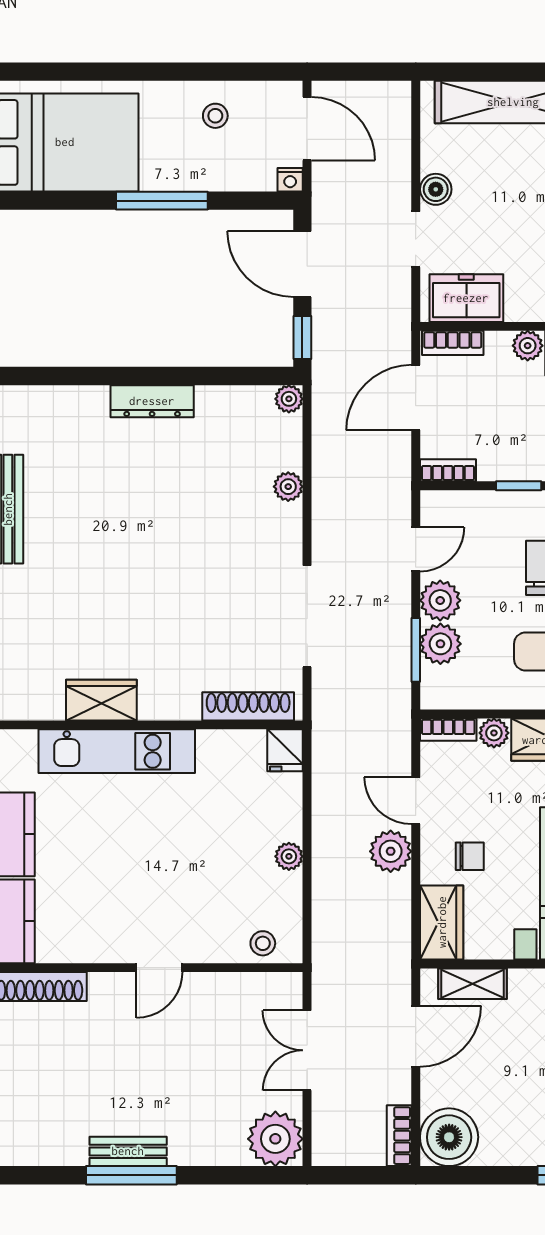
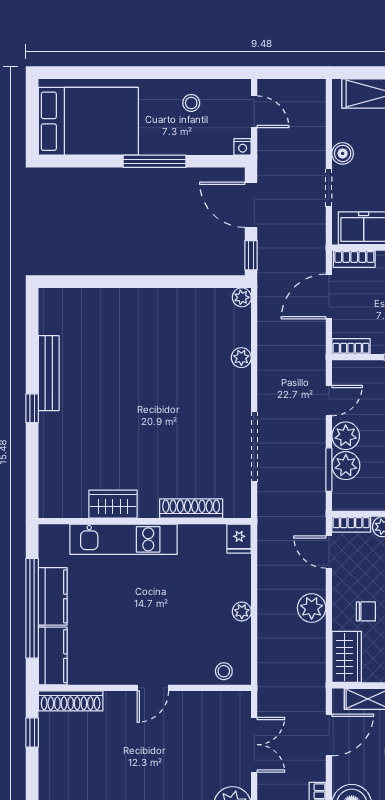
door: (307, 129) -> (254, 112), width x0.73
dresser: (152, 401) -> (148, 299), removed
shoe rack: (248, 706) -> (191, 509), moved
door: (416, 801) -> (329, 552), moved
double door: (307, 1050) -> (254, 745), swing flipped

